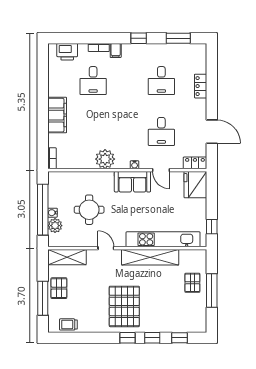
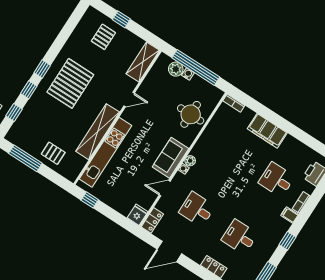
plant: (105, 159) -> (190, 161), moved, width x0.53, depth x0.53
fridge: (195, 185) -> (138, 215), width x0.53, depth x0.75
round table: (89, 210) -> (191, 114), moved
pallet: (59, 288) -> (103, 37), moved, turned 90
window: (212, 290) -> (25, 158), moved
window: (43, 298) -> (121, 19), width x0.46
pallet: (124, 306) -> (70, 83), turned 90
trolley: (68, 324) -> (86, 27), removed

